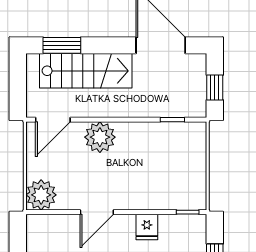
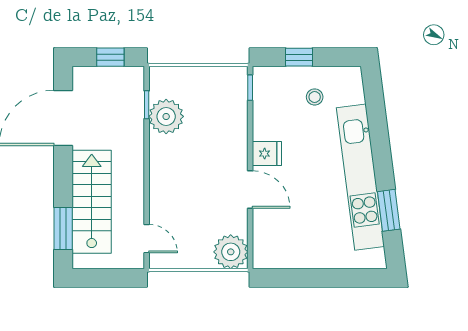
door: (53, 120) -> (147, 239), width x0.73
plant: (100, 137) -> (166, 116), moved
fridge: (147, 227) -> (267, 154), moved

